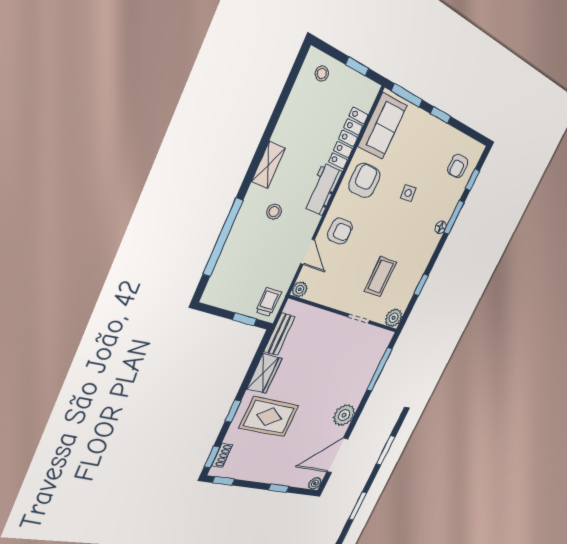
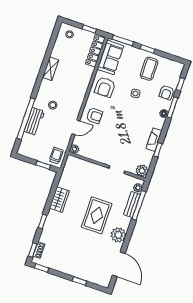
locker: (348, 138) -> (95, 51), moved
shelving: (268, 165) -> (51, 69), moved
armchair: (458, 166) -> (167, 93), moved
armchair: (364, 181) -> (105, 87), turned 180
workbench: (323, 189) -> (34, 121), moved, turned 180
door: (307, 252) -> (76, 127), hinge flipped
fireplace: (419, 269) -> (154, 140), added
coffee table: (381, 276) -> (149, 69), moved
bench: (279, 334) -> (132, 205), moved
rug: (269, 417) -> (97, 215), moved, turned 90
door: (337, 455) -> (119, 264), swing flipped
plant: (315, 483) -> (138, 188), moved

